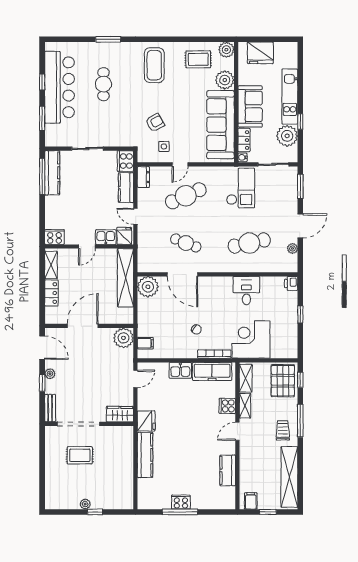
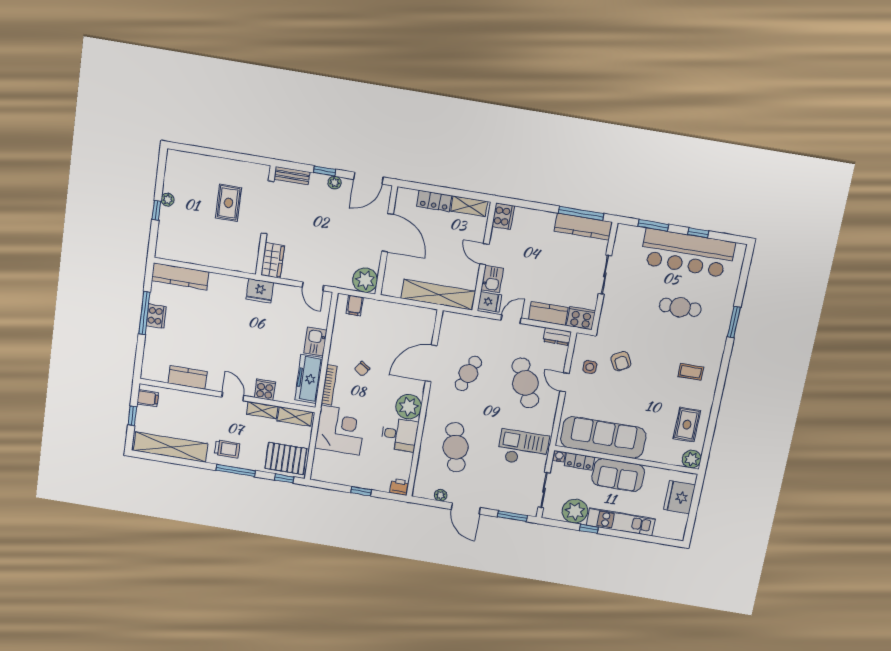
coffee table: (154, 65) -> (691, 372), width x0.54, depth x0.58
plant: (225, 80) -> (656, 451), removed
checkout: (241, 188) -> (523, 448), turned 180
plant: (148, 287) -> (409, 407), moved
kitchen counter: (145, 455) -> (180, 276), moved

